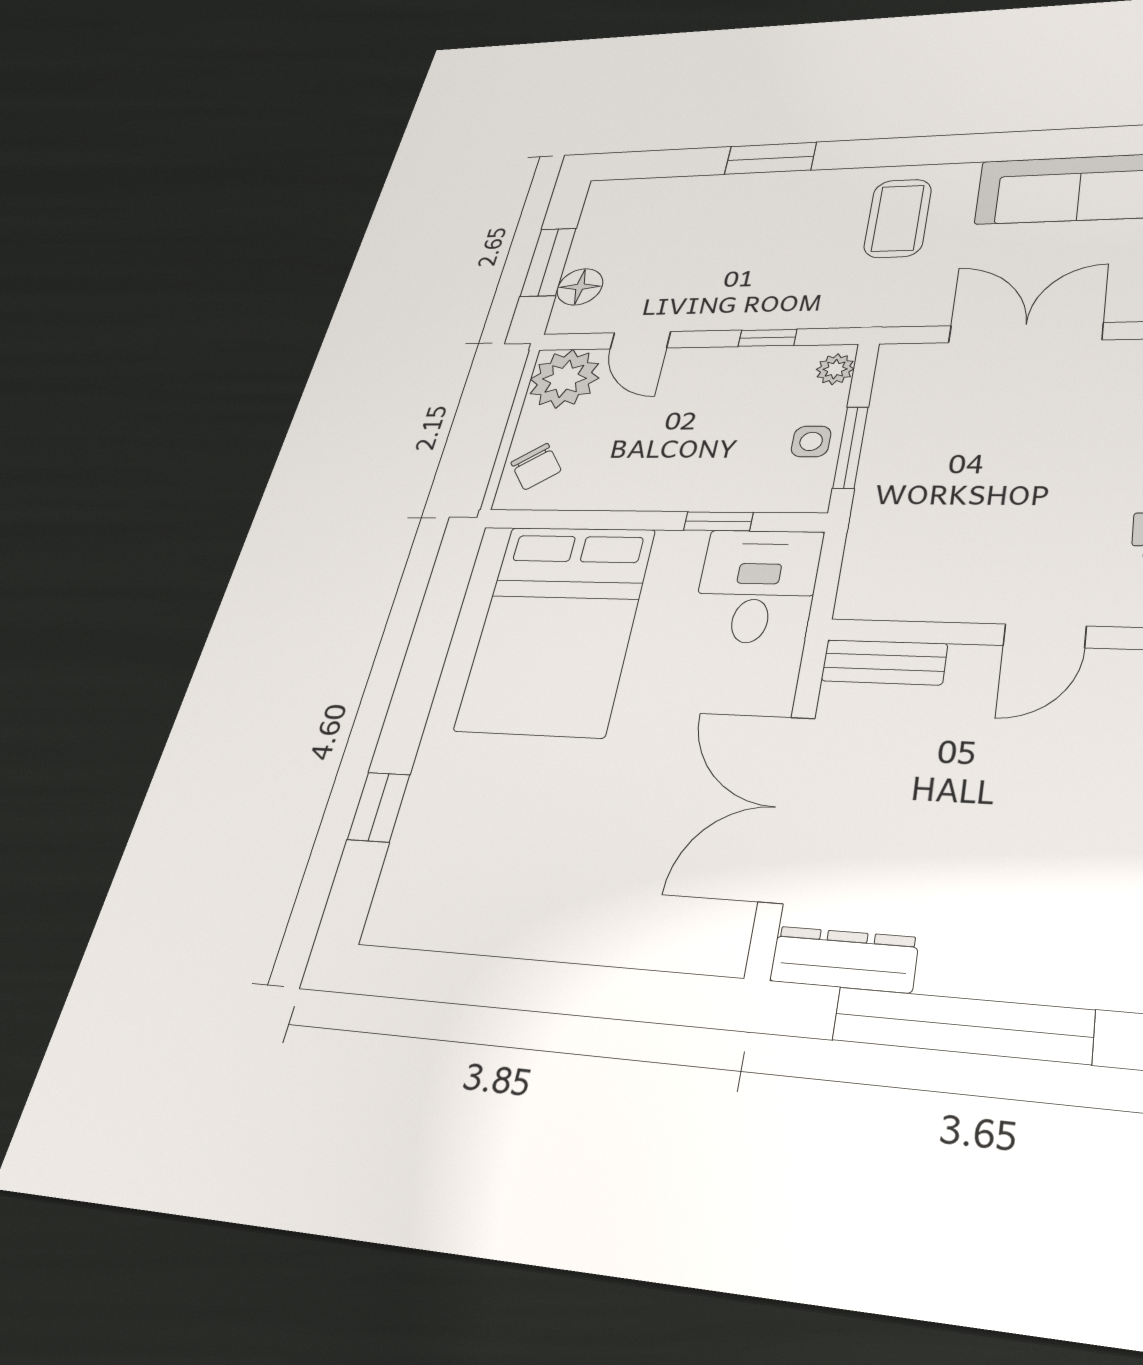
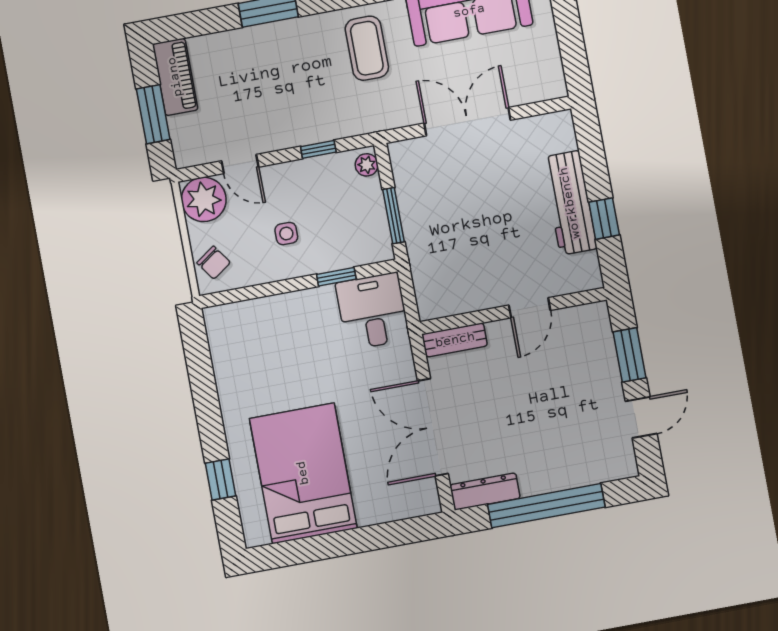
piano: (602, 222) -> (175, 77), added
floor lamp: (580, 287) -> (183, 130), removed
side table: (811, 441) -> (286, 234), moved
bed: (557, 628) -> (303, 473), moved, turned 180

